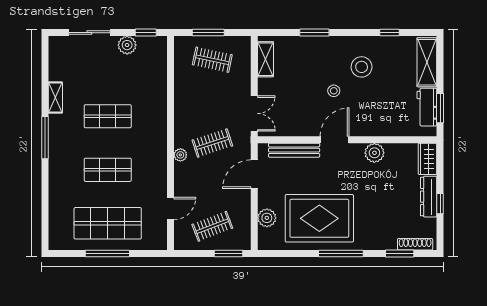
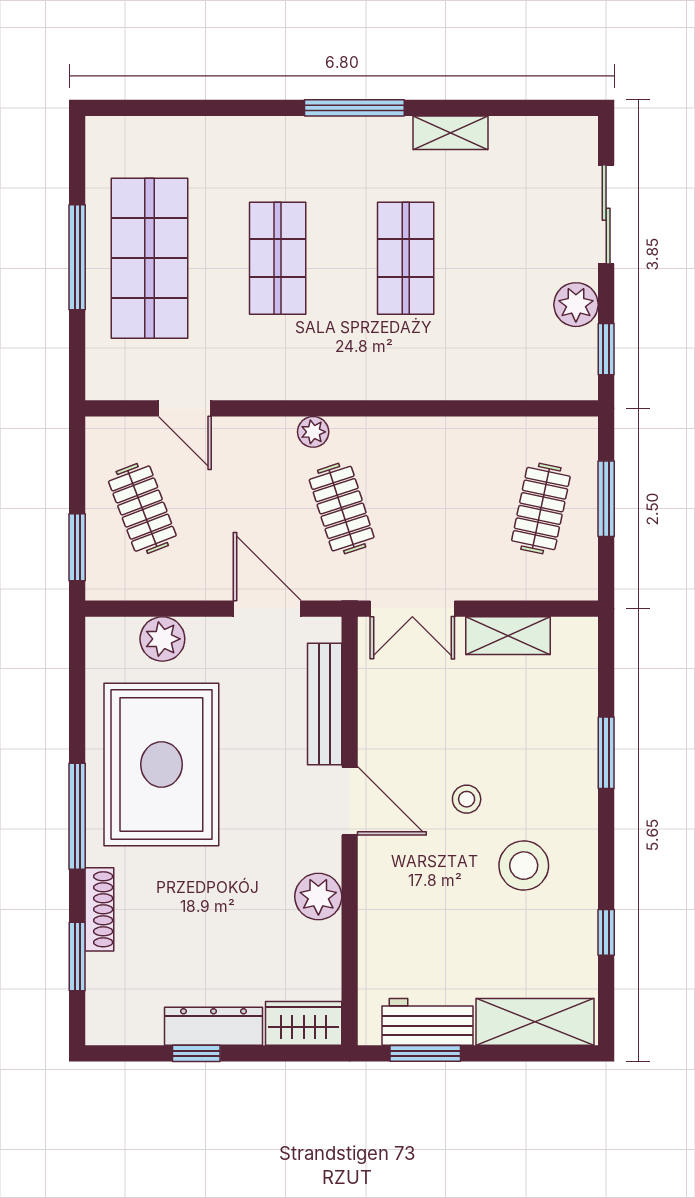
shelving: (265, 59) -> (508, 636), moved
shoe rack: (415, 244) -> (99, 909), moved

